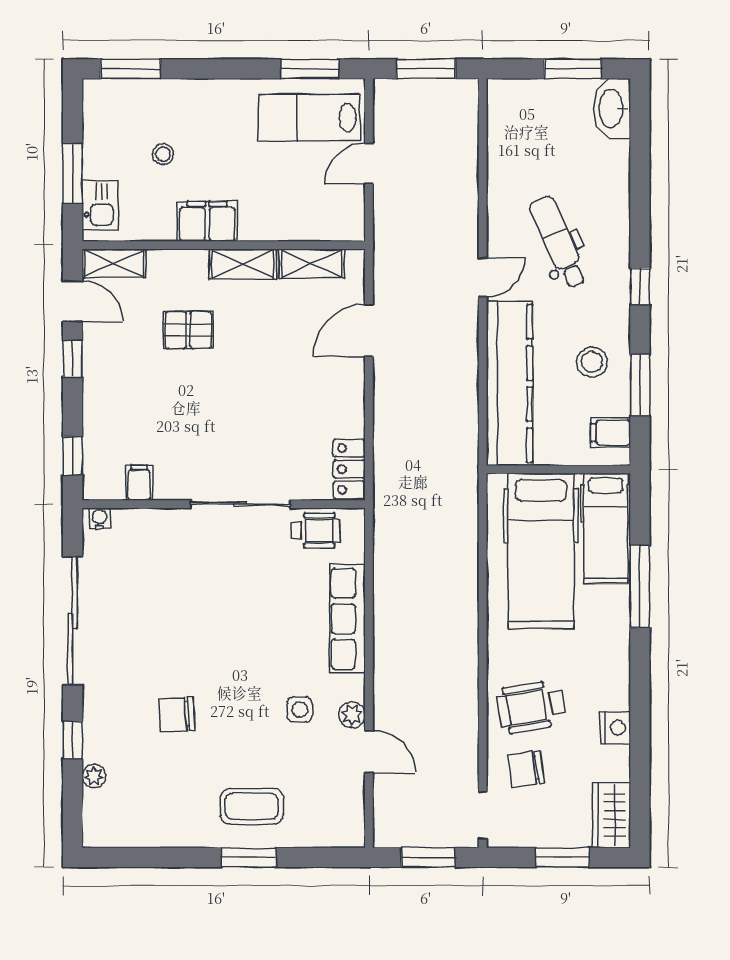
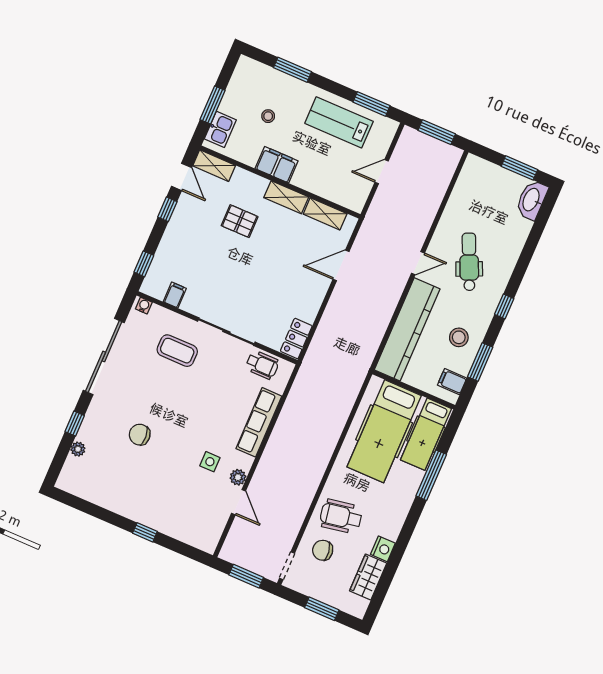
window: (131, 69) -> (292, 70), moved
lab bench: (309, 118) -> (339, 122), moved
coffee table: (252, 806) -> (177, 351), moved
wardrobe: (611, 815) -> (368, 577), moved
window: (248, 857) -> (145, 532), width x0.67

